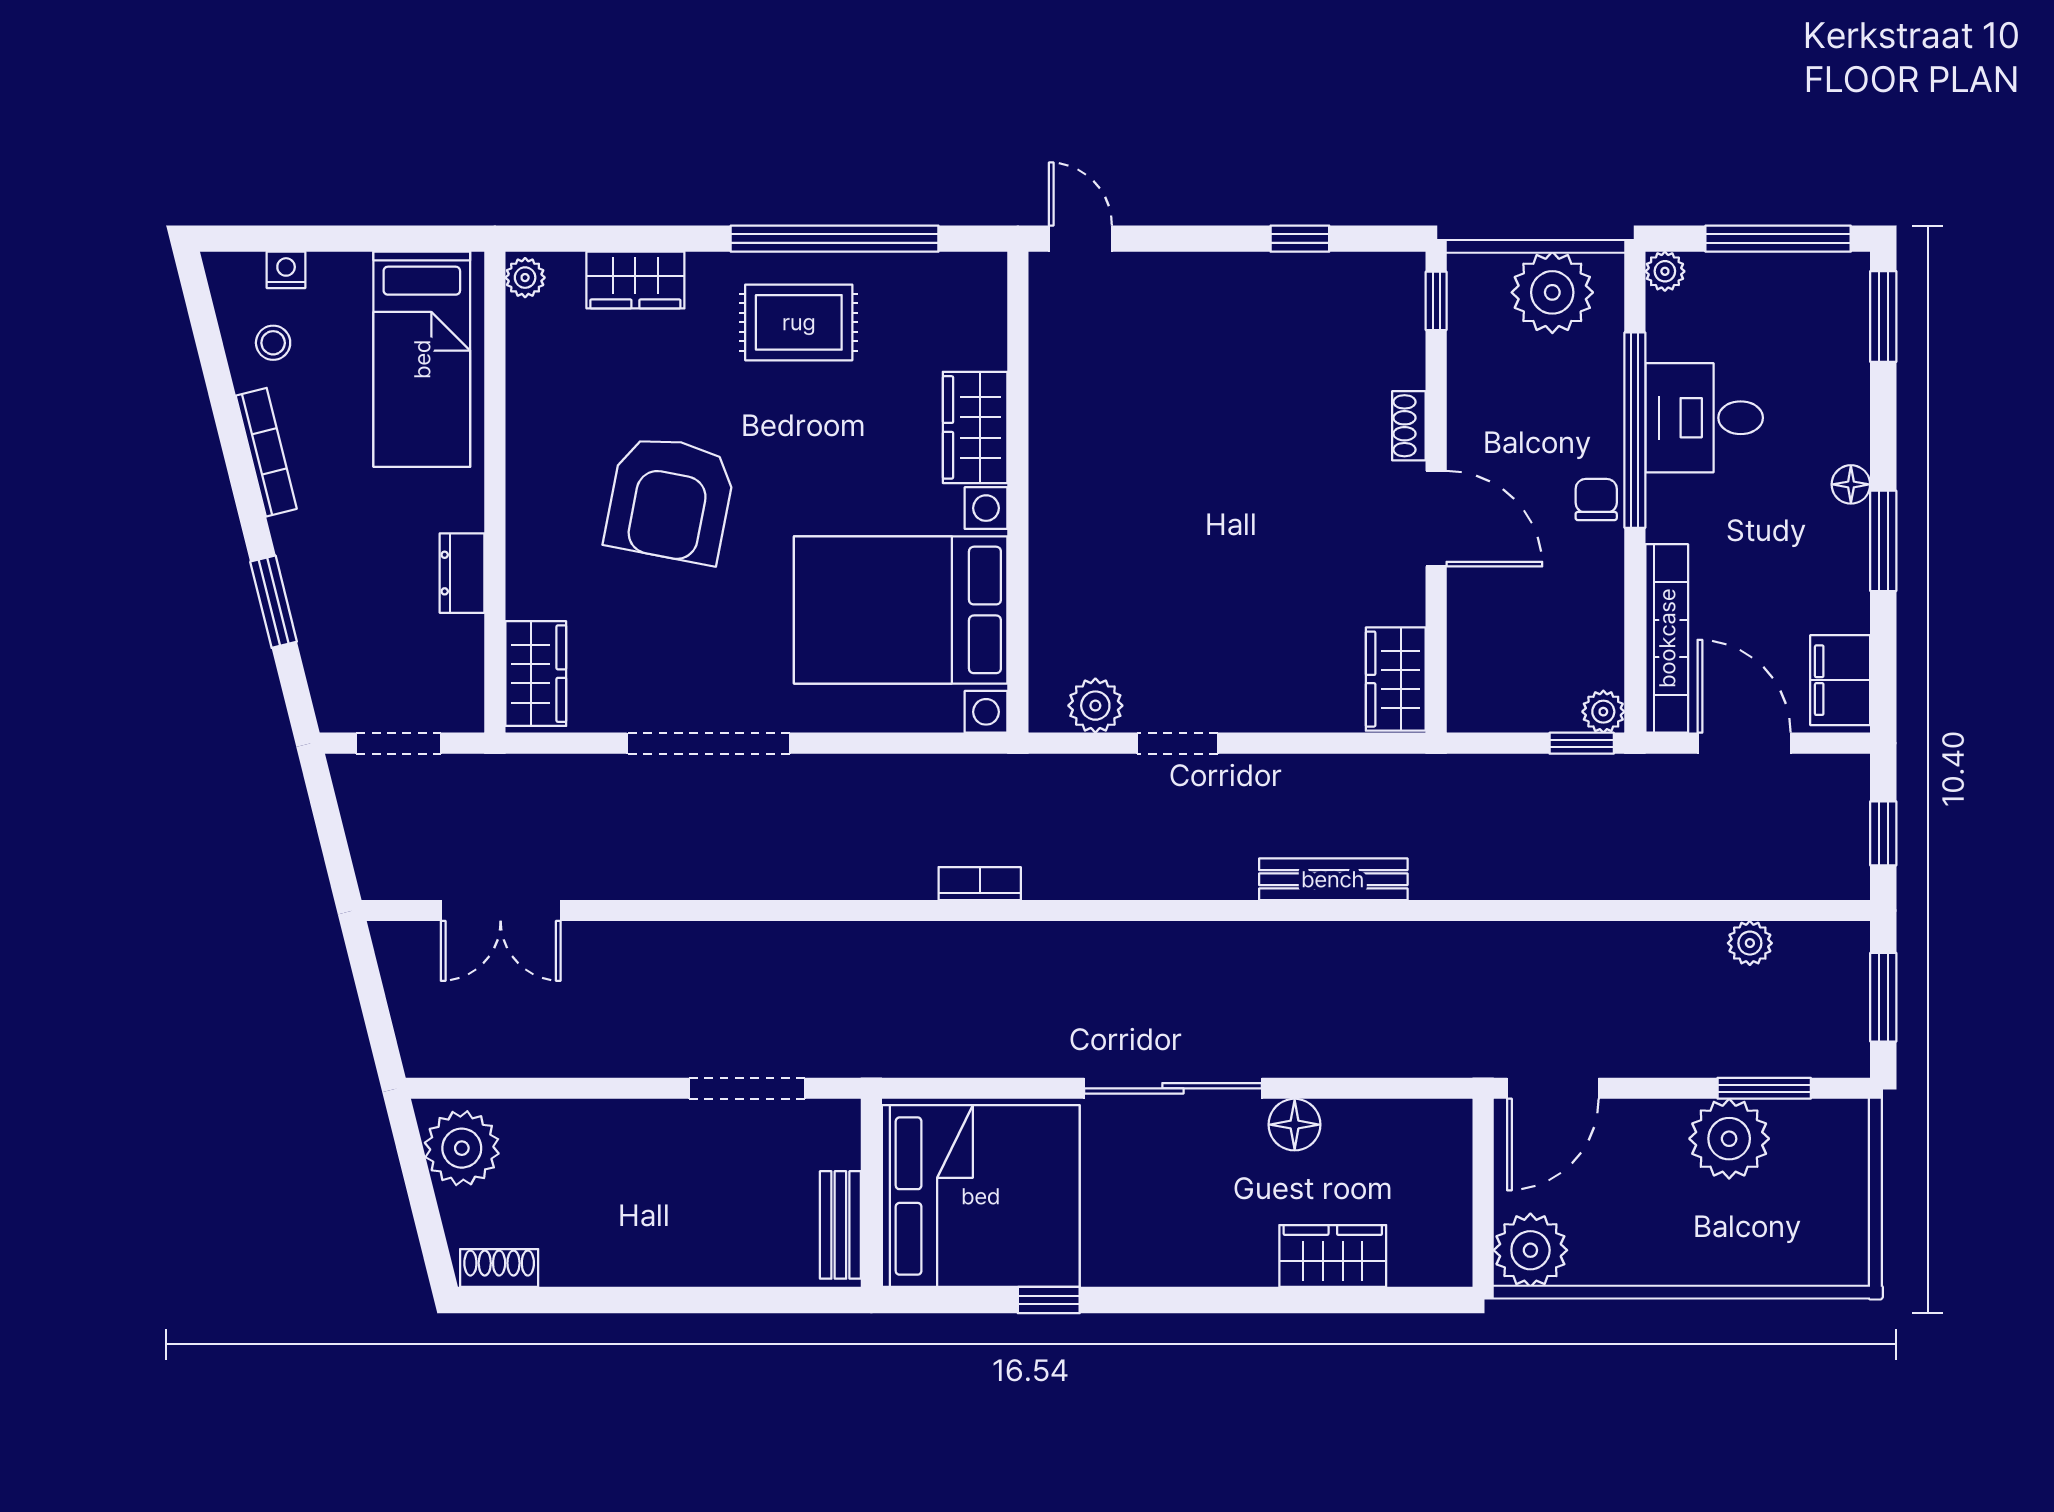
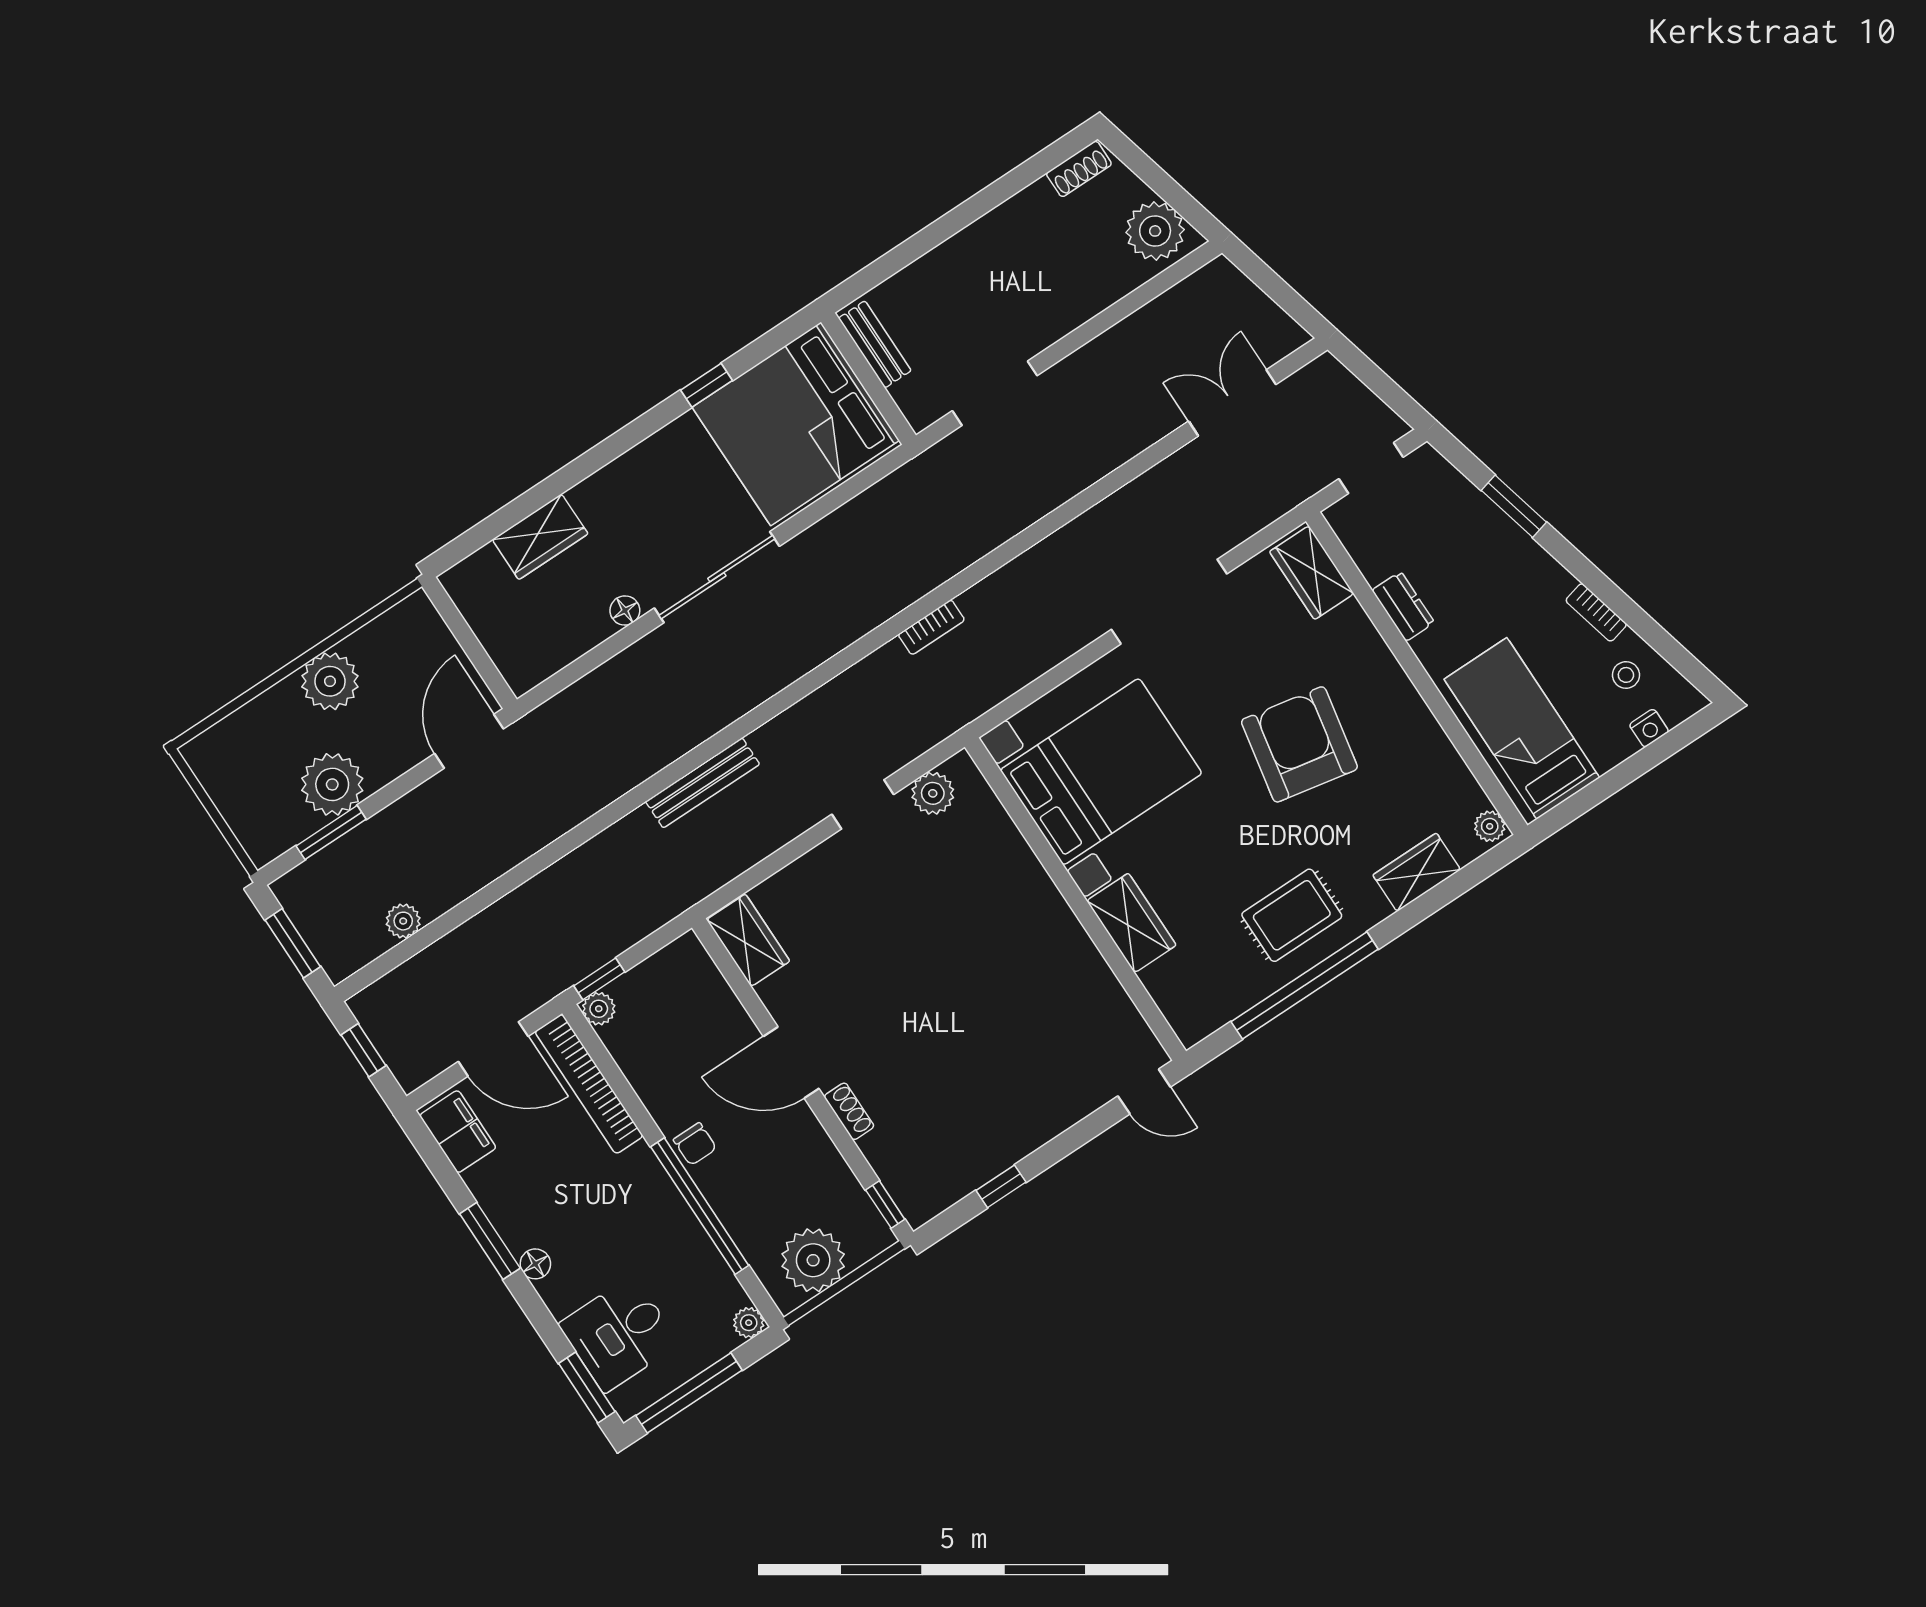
desk: (1704, 418) -> (619, 1334), moved, turned 180
bookcase: (266, 452) -> (1596, 612), width x0.64
floor lamp: (1295, 1125) -> (625, 611), width x0.73, depth x0.73
plant: (1530, 1250) -> (330, 681), moved

